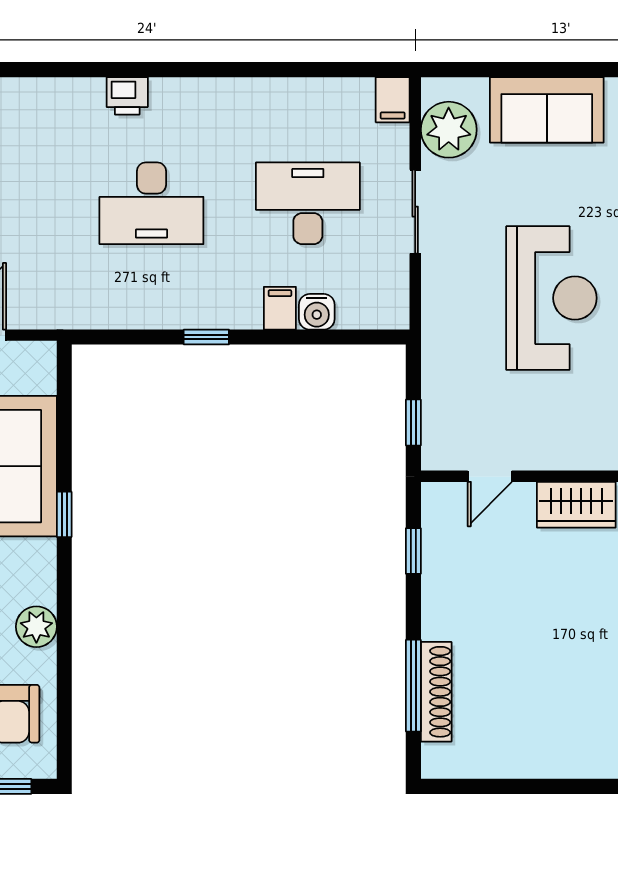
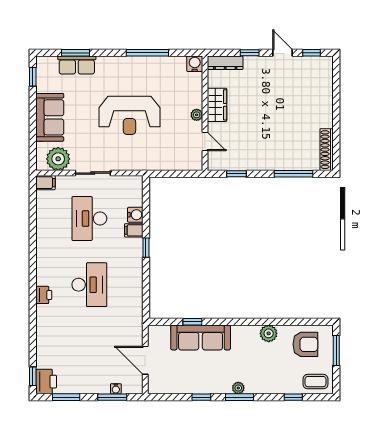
reception desk: (551, 298) -> (129, 115), turned 180
window: (206, 337) -> (146, 248), moved
window: (413, 422) -> (182, 174), removed
plant: (553, 457) -> (197, 115), added
window: (64, 514) -> (192, 322), moved
shoe rack: (436, 692) -> (327, 150), moved, turned -90

